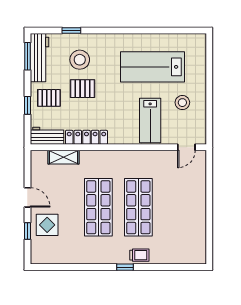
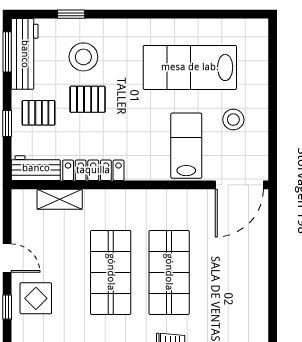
lab bench: (150, 120) -> (186, 146), turned 180
door: (186, 147) -> (239, 185), width x1.88

